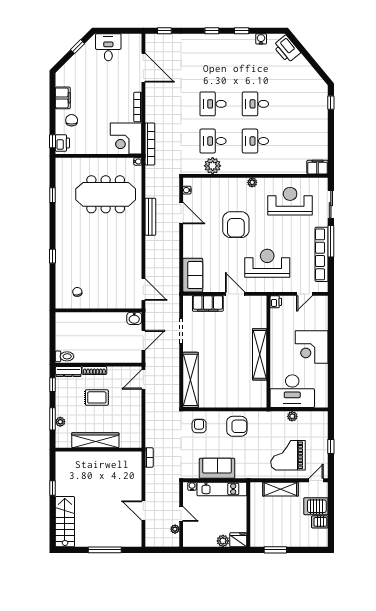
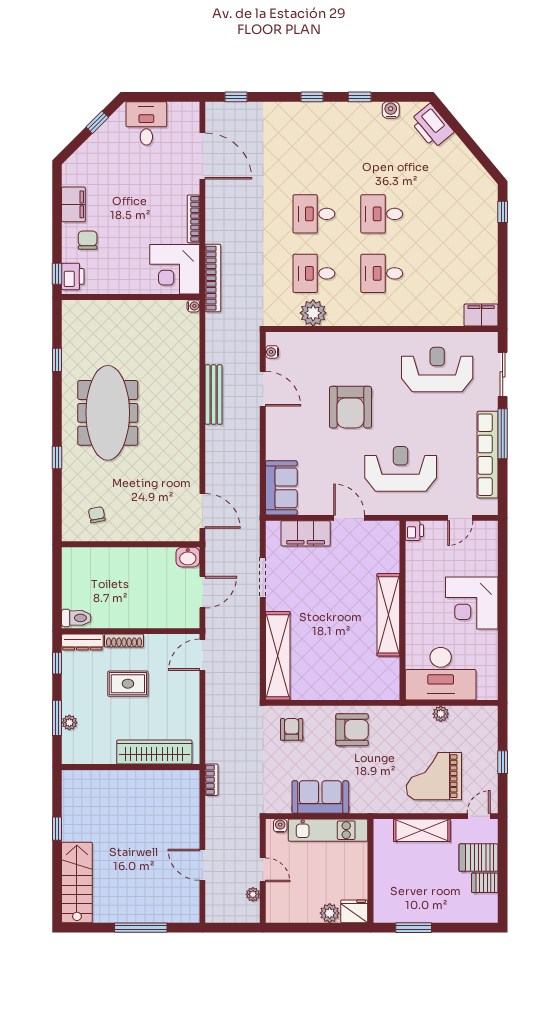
plant: (252, 182) -> (377, 340), removed
meeting table: (106, 194) -> (108, 413), moved, turned 90
wardrobe: (95, 440) -> (154, 752), moved

